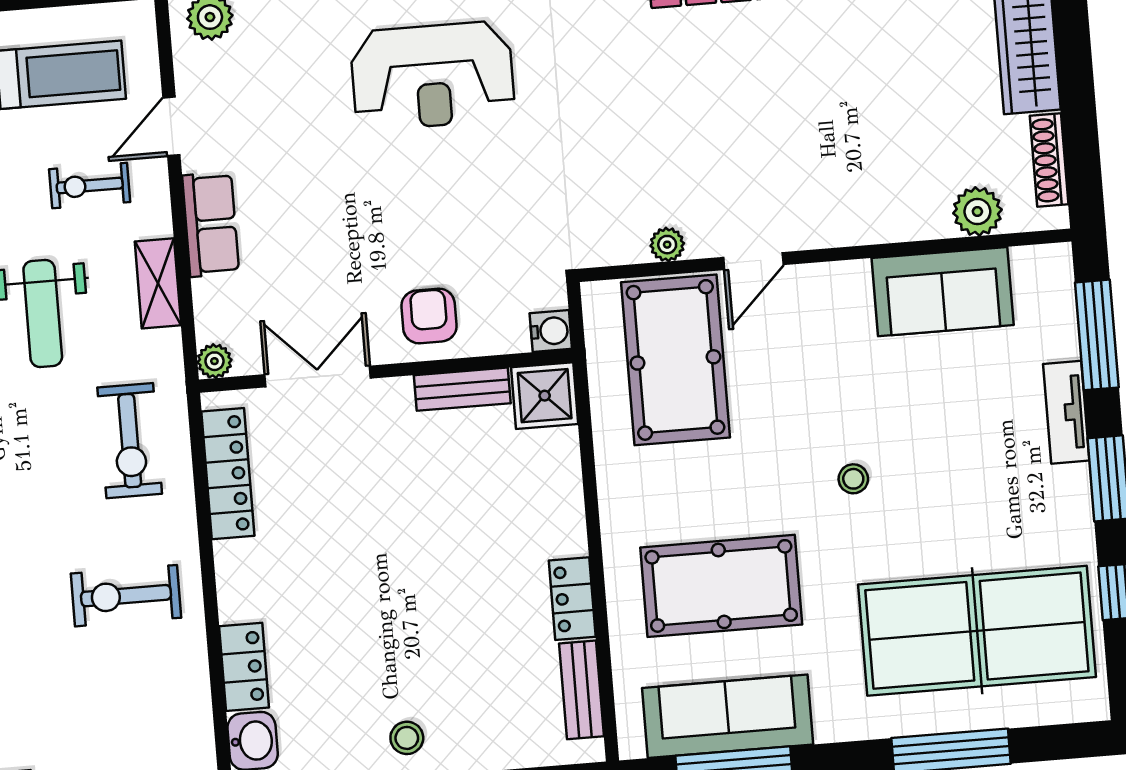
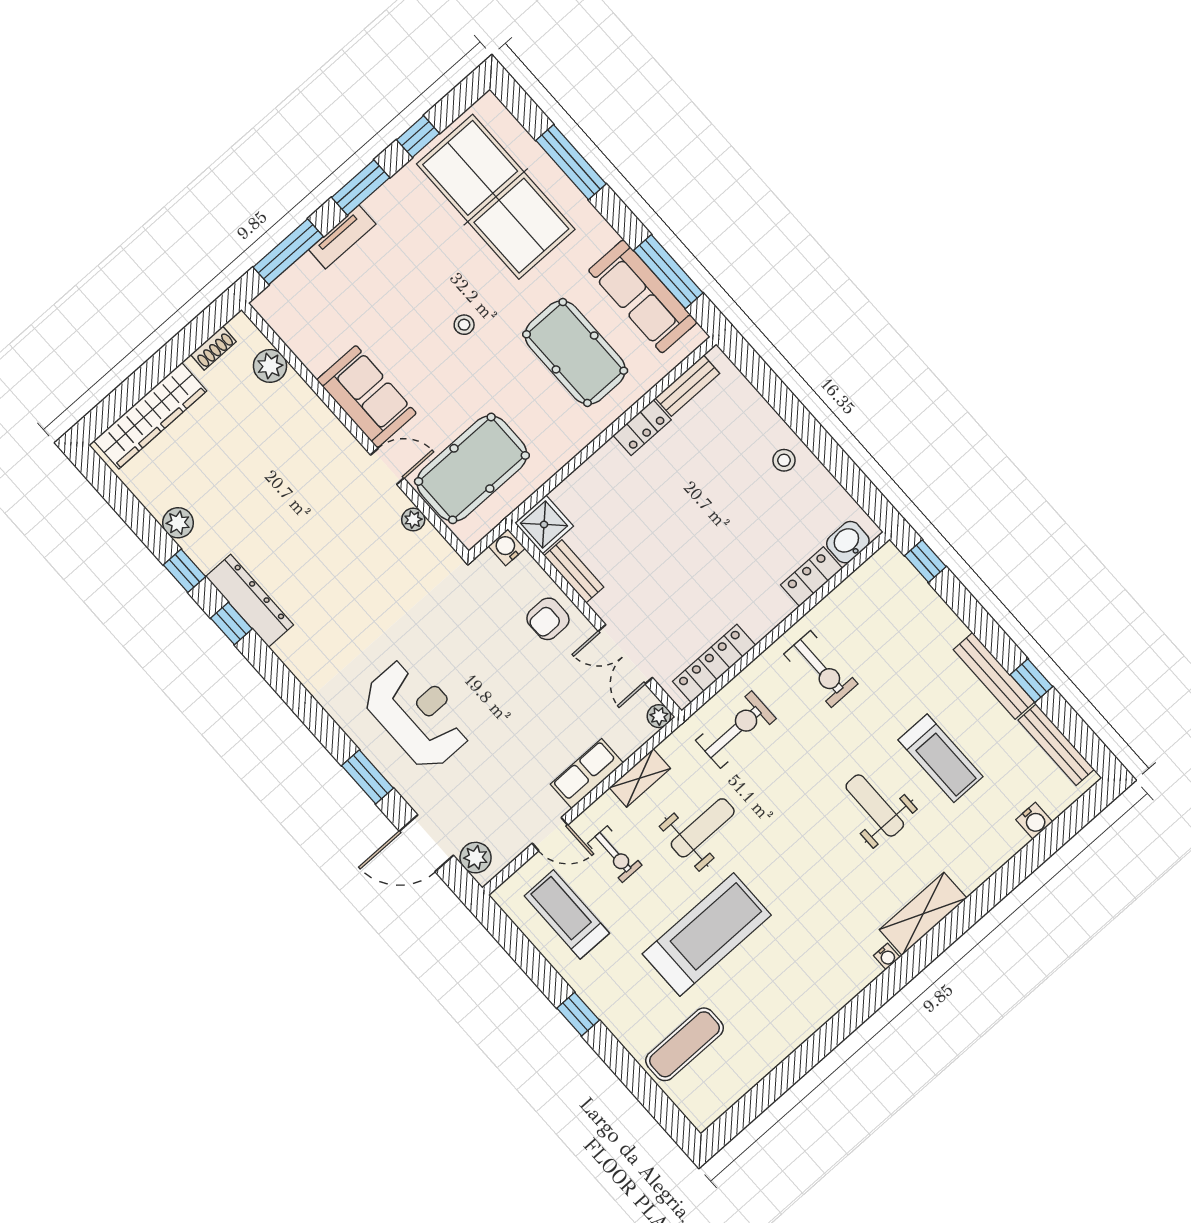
shoe rack: (1049, 160) -> (213, 348), width x0.70
sofa: (943, 292) -> (367, 397), moved

